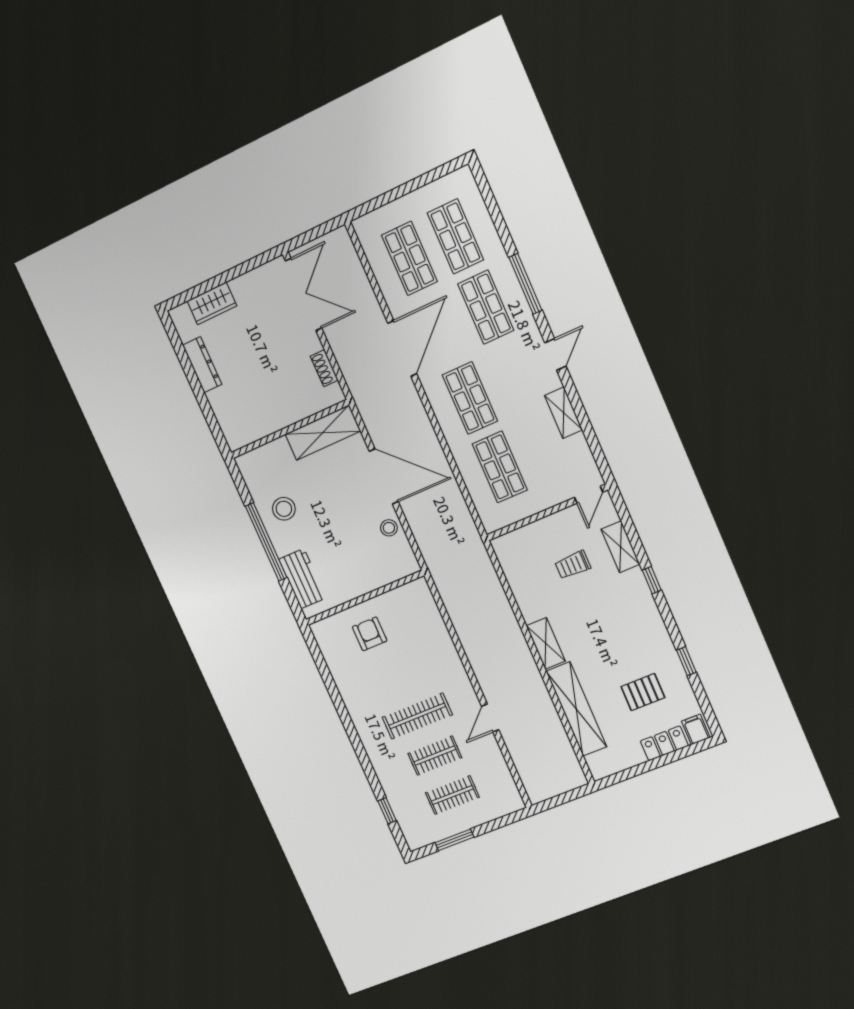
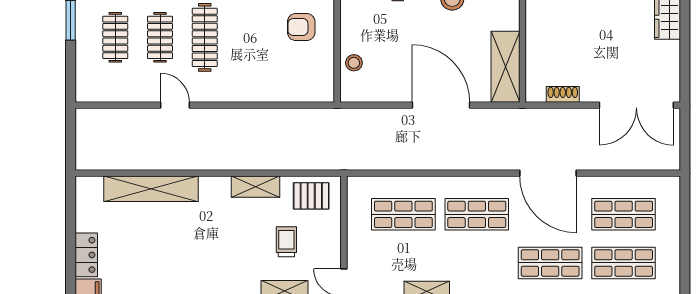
door: (384, 476) -> (441, 105), swing flipped
stool: (389, 528) -> (354, 63), moved
armchair: (370, 634) -> (301, 27), turned 180
shelving: (546, 643) -> (255, 187), moved
pallet: (643, 692) -> (311, 196), moved, turned 90

